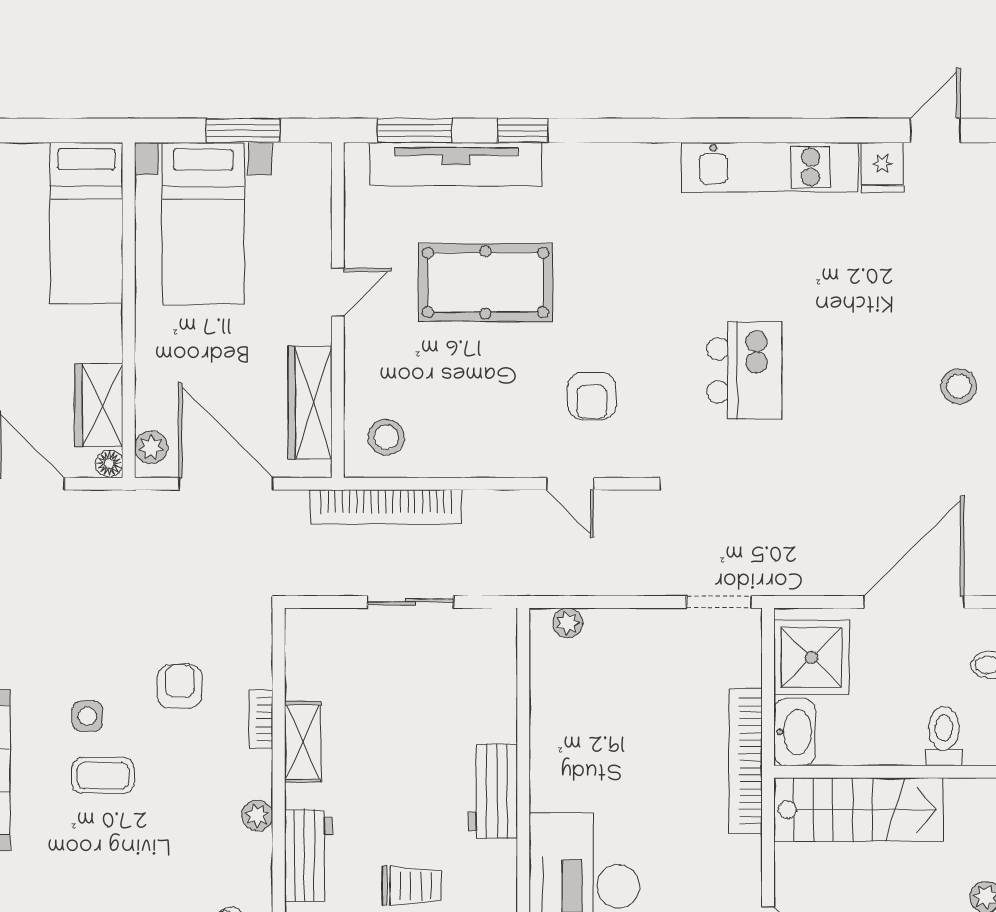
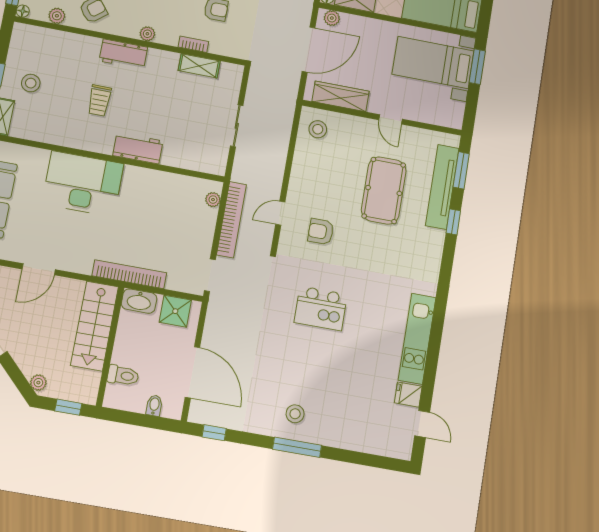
window: (243, 130) -> (477, 67), moved
bookcase: (386, 507) -> (231, 220), moved, turned 180
shower: (812, 657) -> (175, 311), width x0.73, depth x0.73
shelving: (303, 742) -> (199, 66), moved

